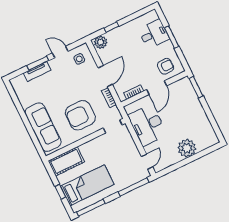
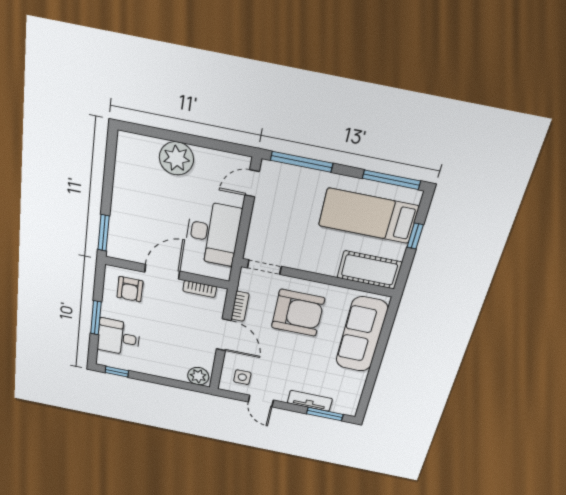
window: (111, 27) -> (117, 372), moved
window: (38, 63) -> (325, 414), moved
armchair: (166, 66) -> (130, 289), turned -90
door: (105, 76) -> (224, 335), swing flipped

